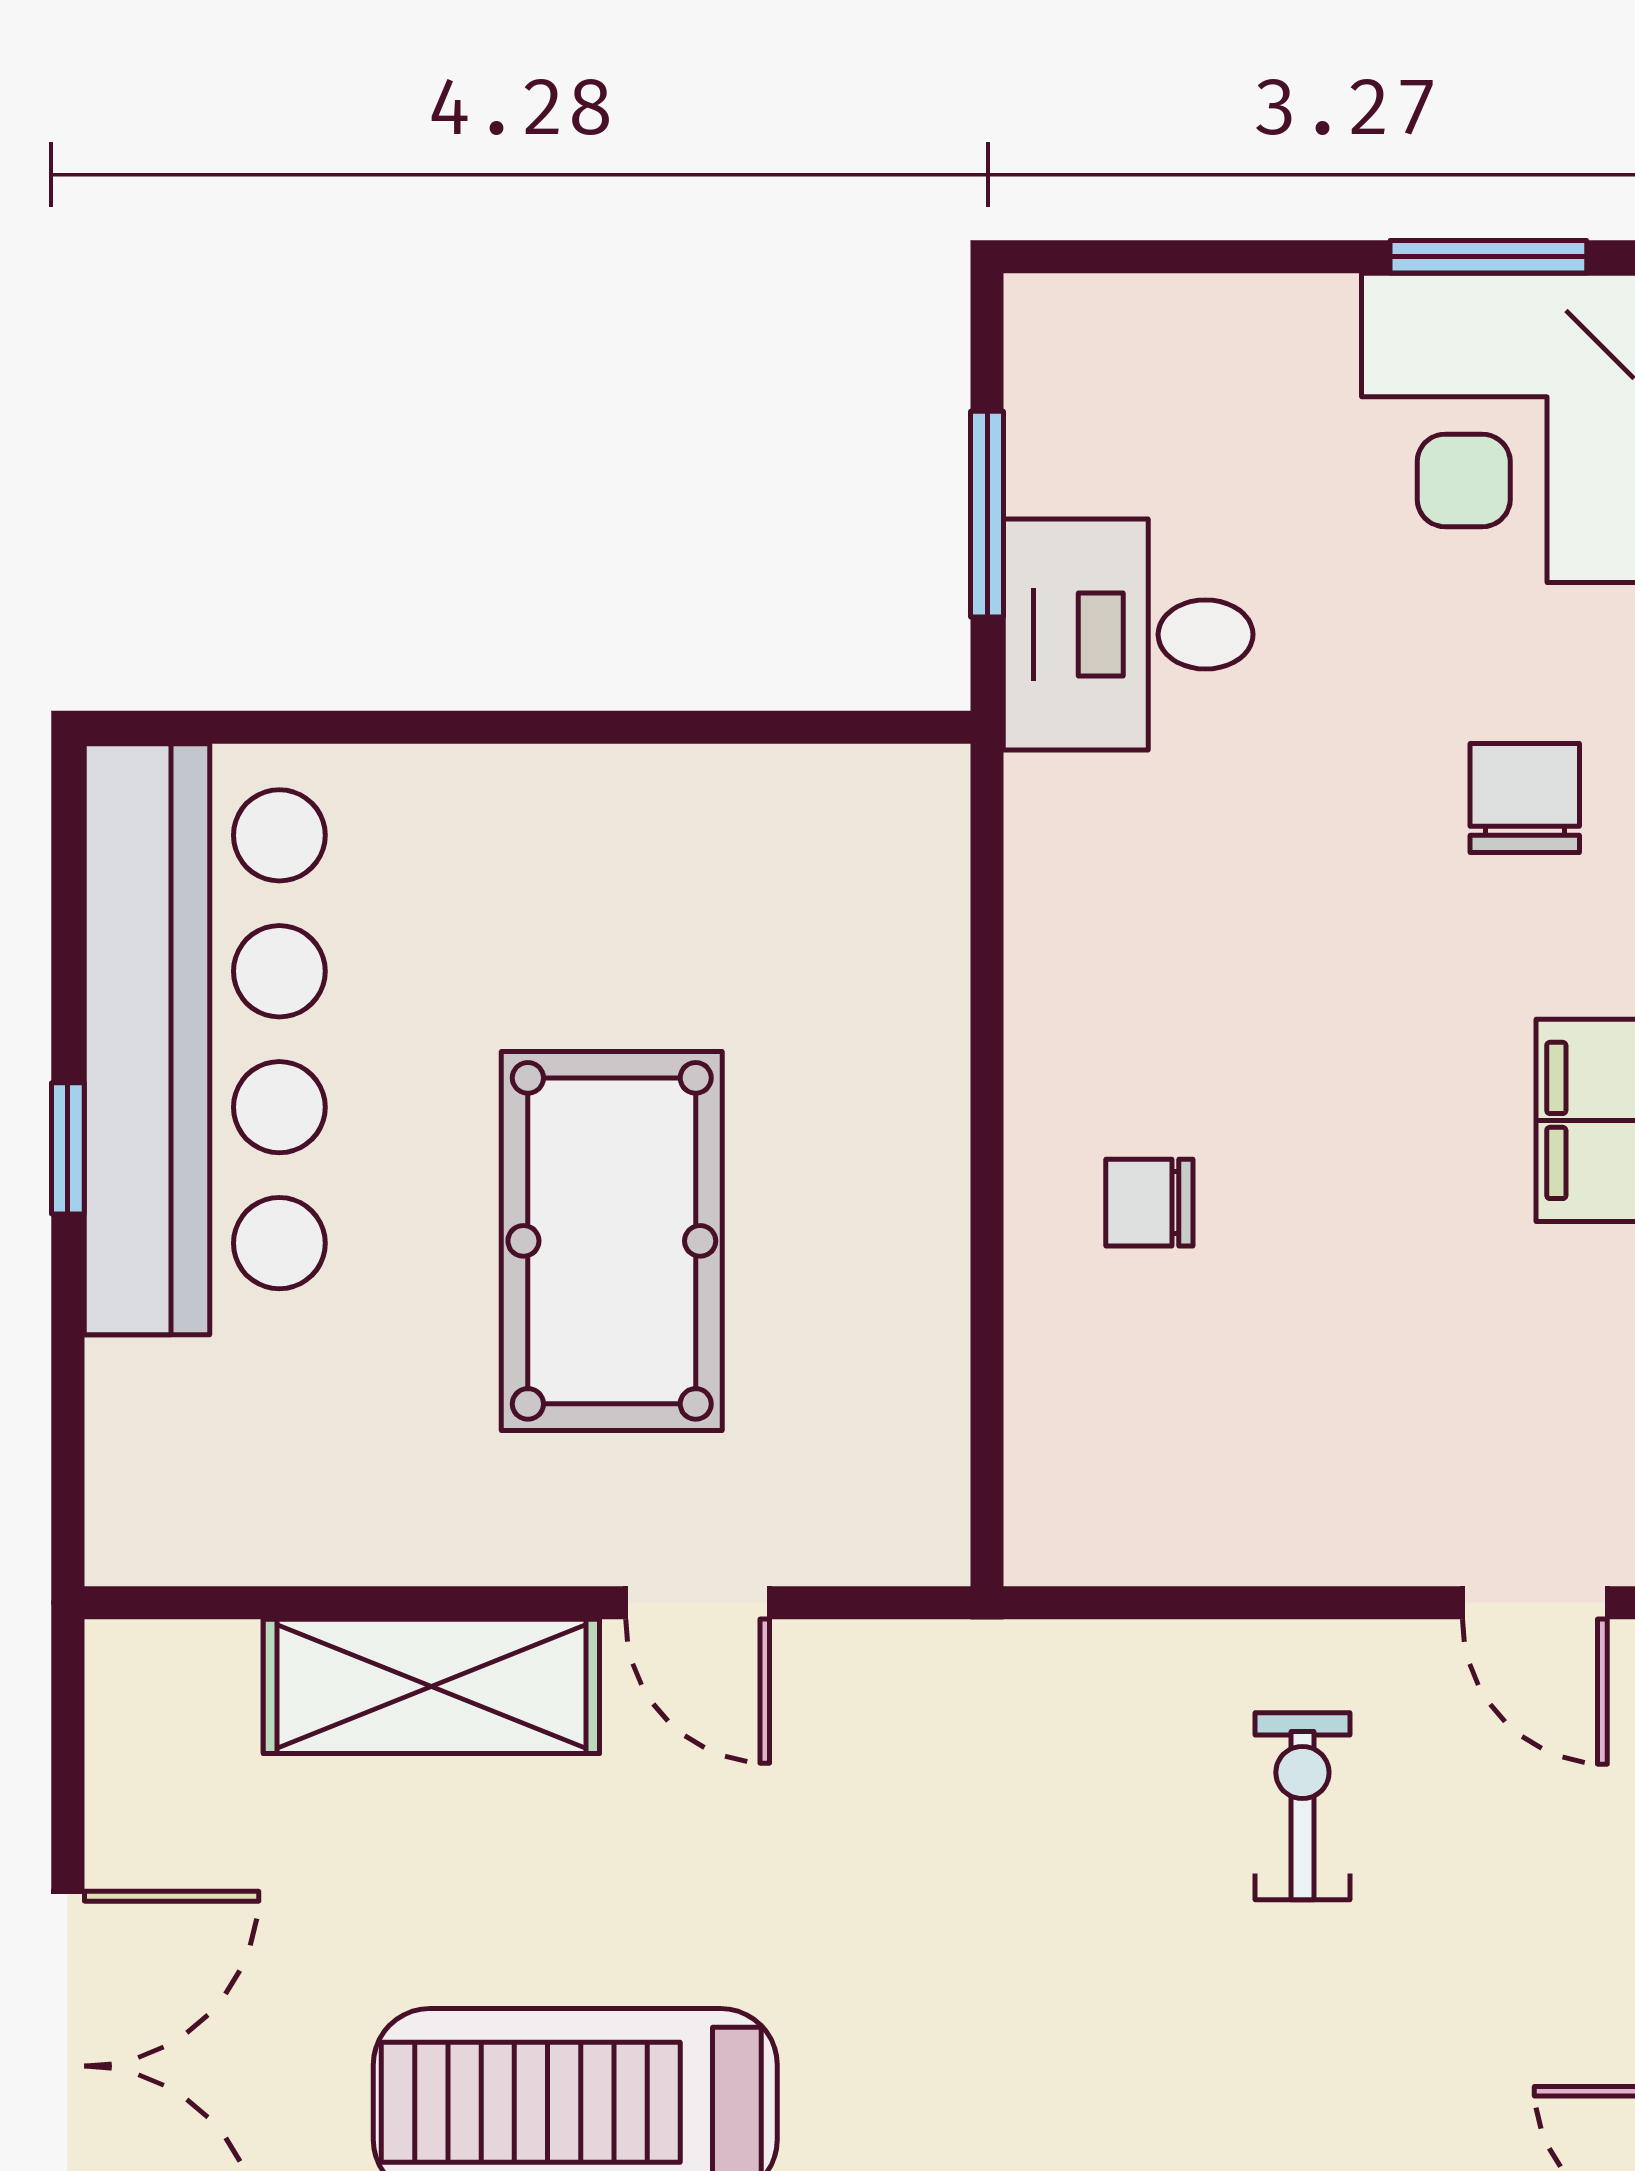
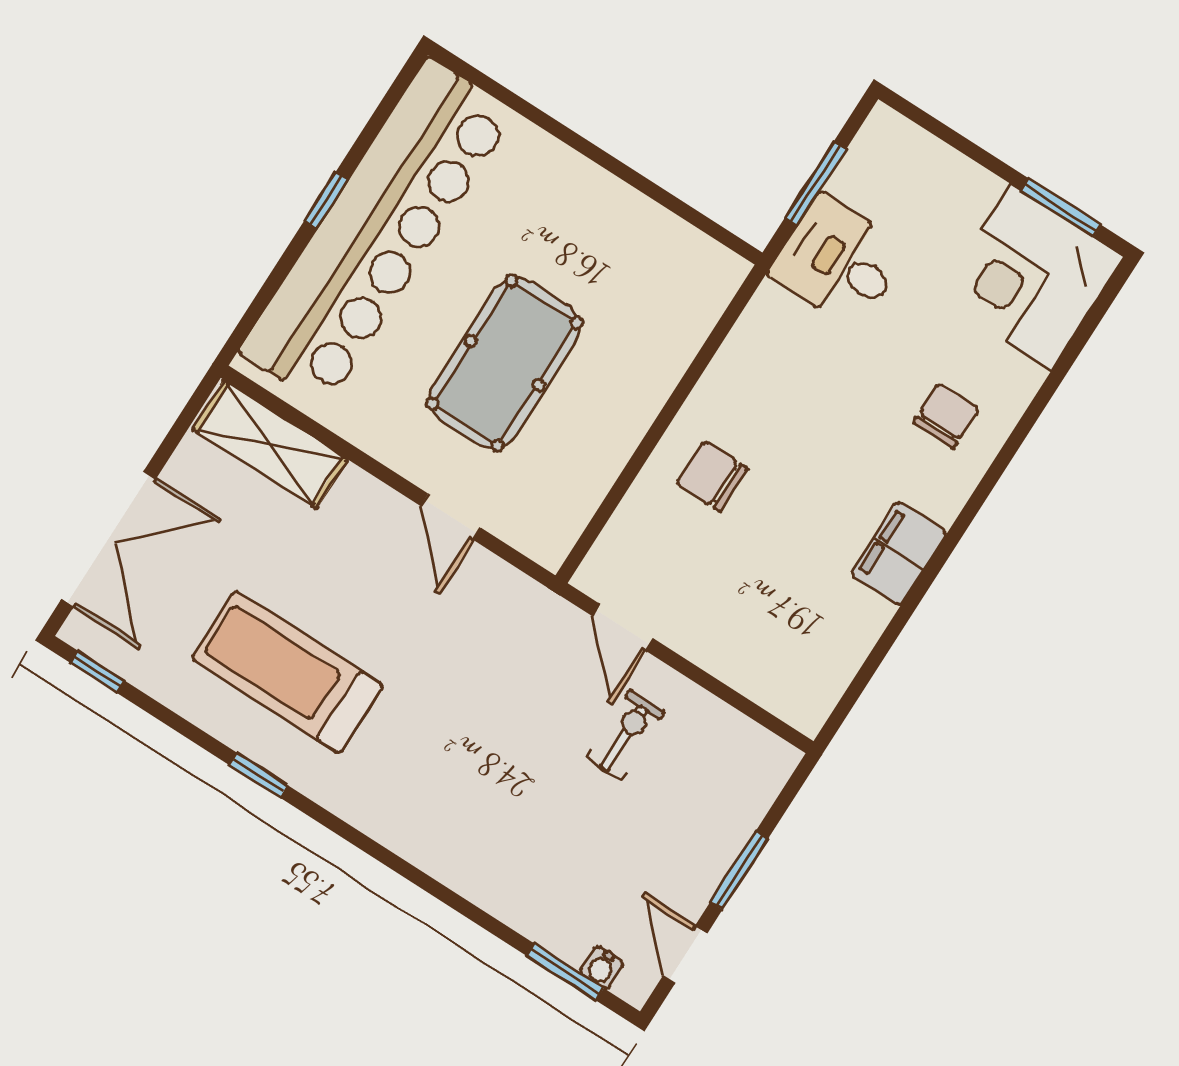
bar counter: (205, 1039) -> (377, 232), width x1.36
chair: (1149, 1203) -> (712, 476), width x1.37, depth x1.37
door: (1535, 1603) -> (623, 627), moved
shelving: (431, 1686) -> (270, 444), moved

